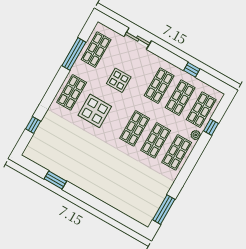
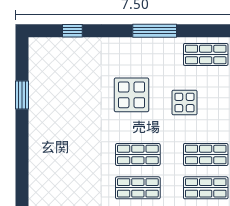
window: (74, 54) -> (155, 31), moved
shop shelf: (72, 92) -> (138, 54), removed

